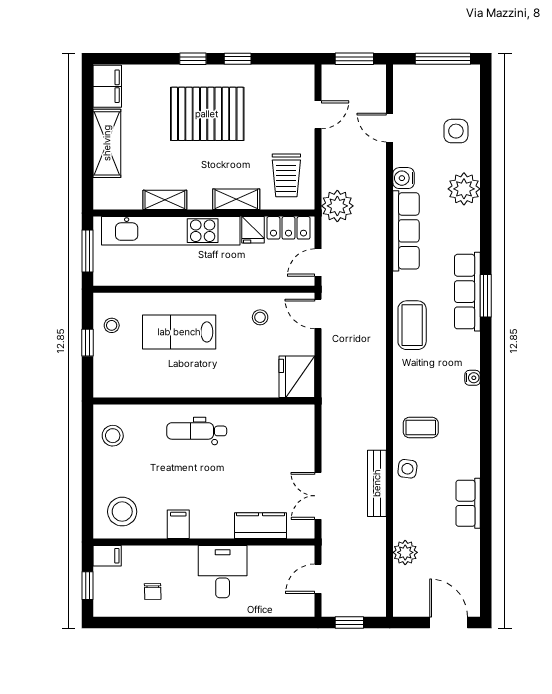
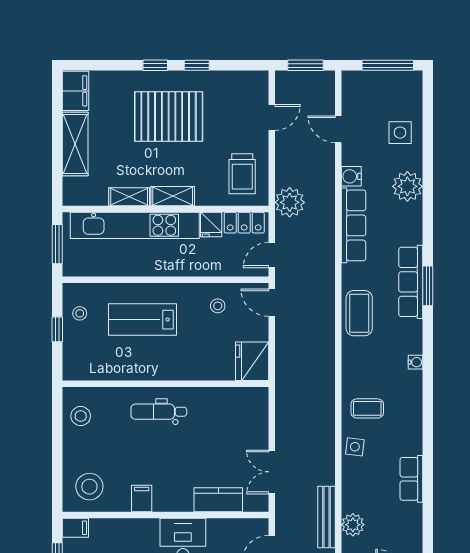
shelving: (236, 199) -> (173, 196), moved
bench: (377, 483) -> (326, 517), moved

